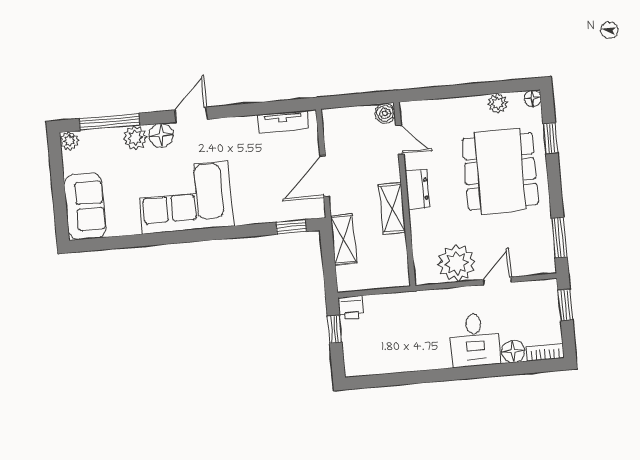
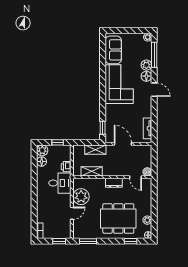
door: (400, 140) -> (136, 177), hinge flipped
sofa: (85, 206) -> (113, 50), moved, turned -90
shelving: (392, 208) -> (92, 171), moved
door: (497, 281) -> (72, 213), hinge flipped
printer: (351, 308) -> (66, 167), moved
desk: (475, 340) -> (60, 183), moved, turned 180
floor lamp: (513, 351) -> (42, 162), moved
plant: (357, 364) -> (42, 150), added

